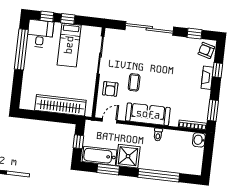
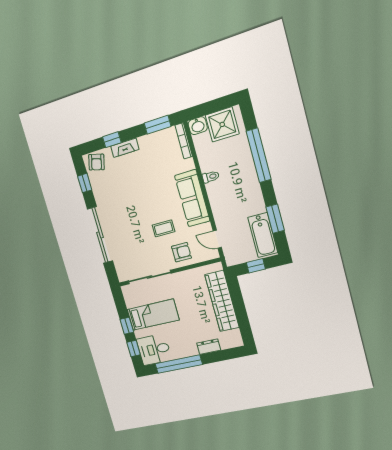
dresser: (28, 80) -> (209, 347), added
shower: (128, 156) -> (222, 124), moved

